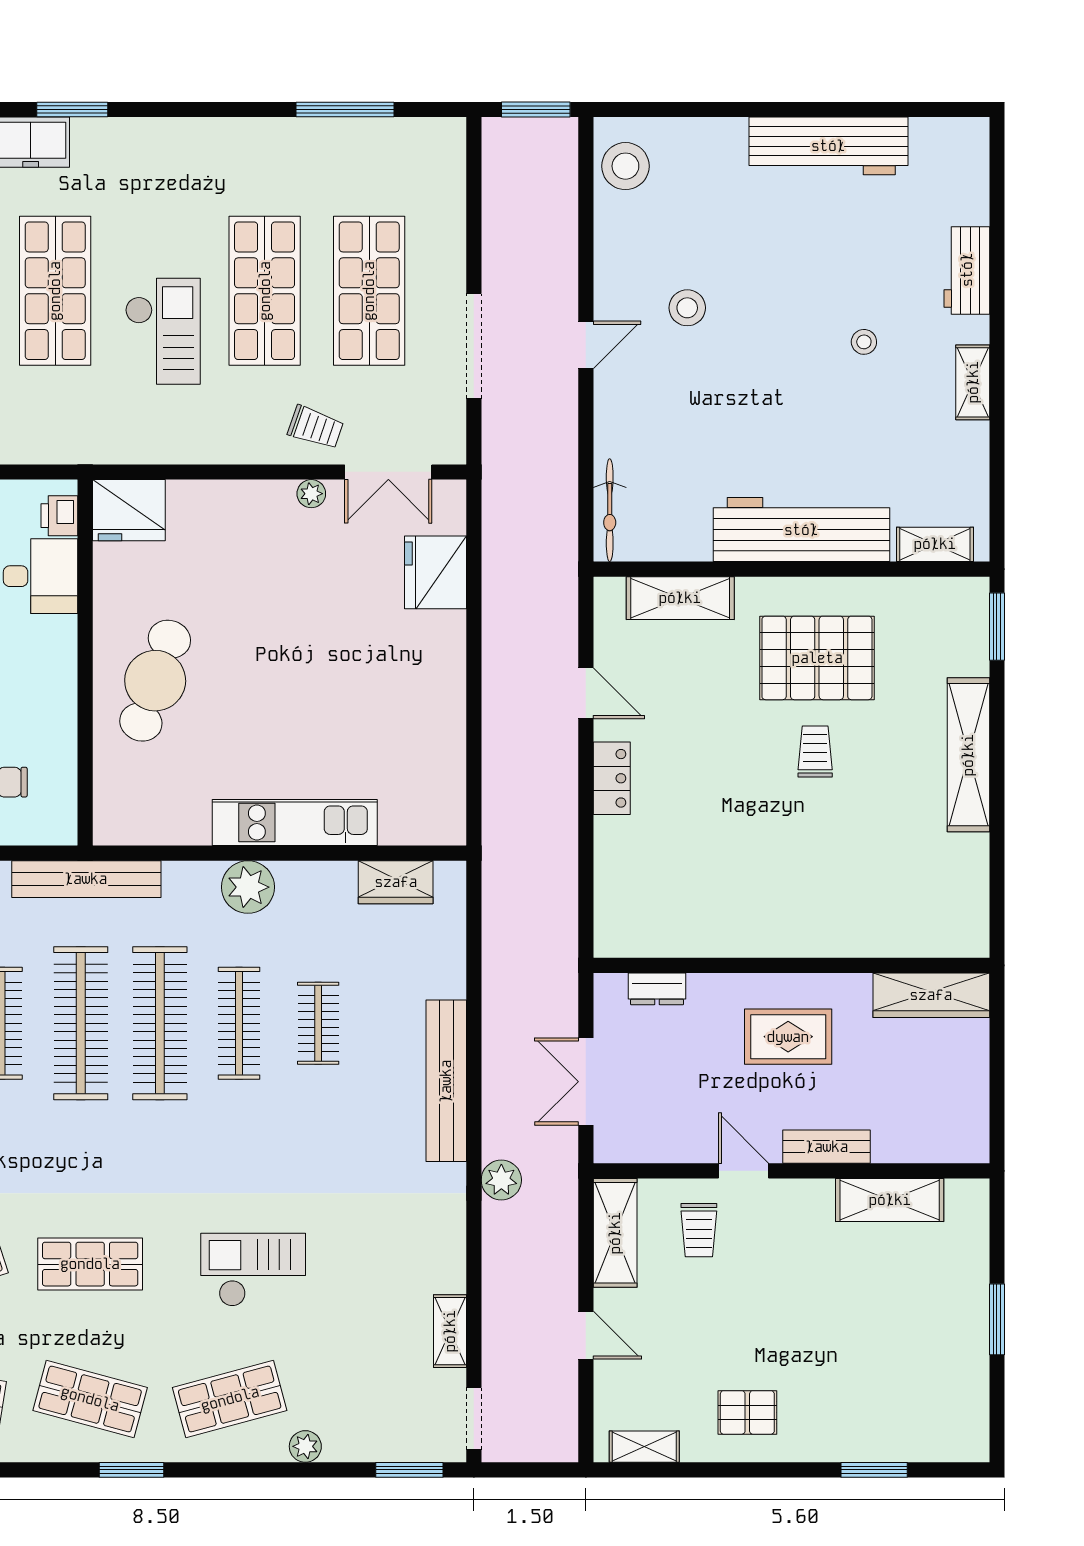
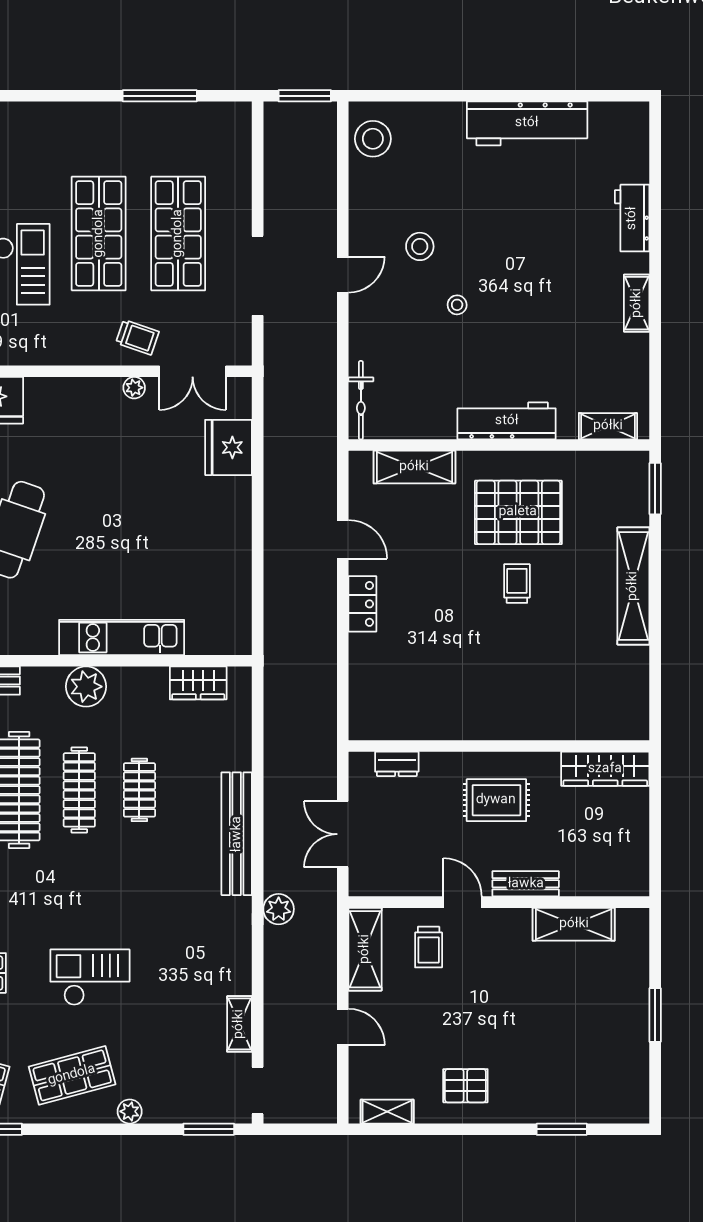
stool: (864, 342) -> (457, 305), moved
workbench: (801, 530) -> (507, 421), width x0.73, depth x0.76

